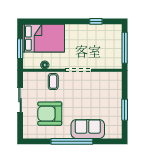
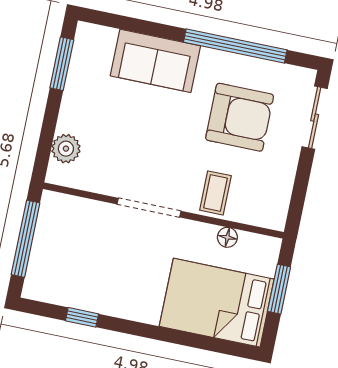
plant: (116, 87) -> (66, 149), added
sliding door: (20, 100) -> (315, 118), moved
window: (125, 110) -> (62, 64), moved
window: (72, 141) -> (235, 46), moved

